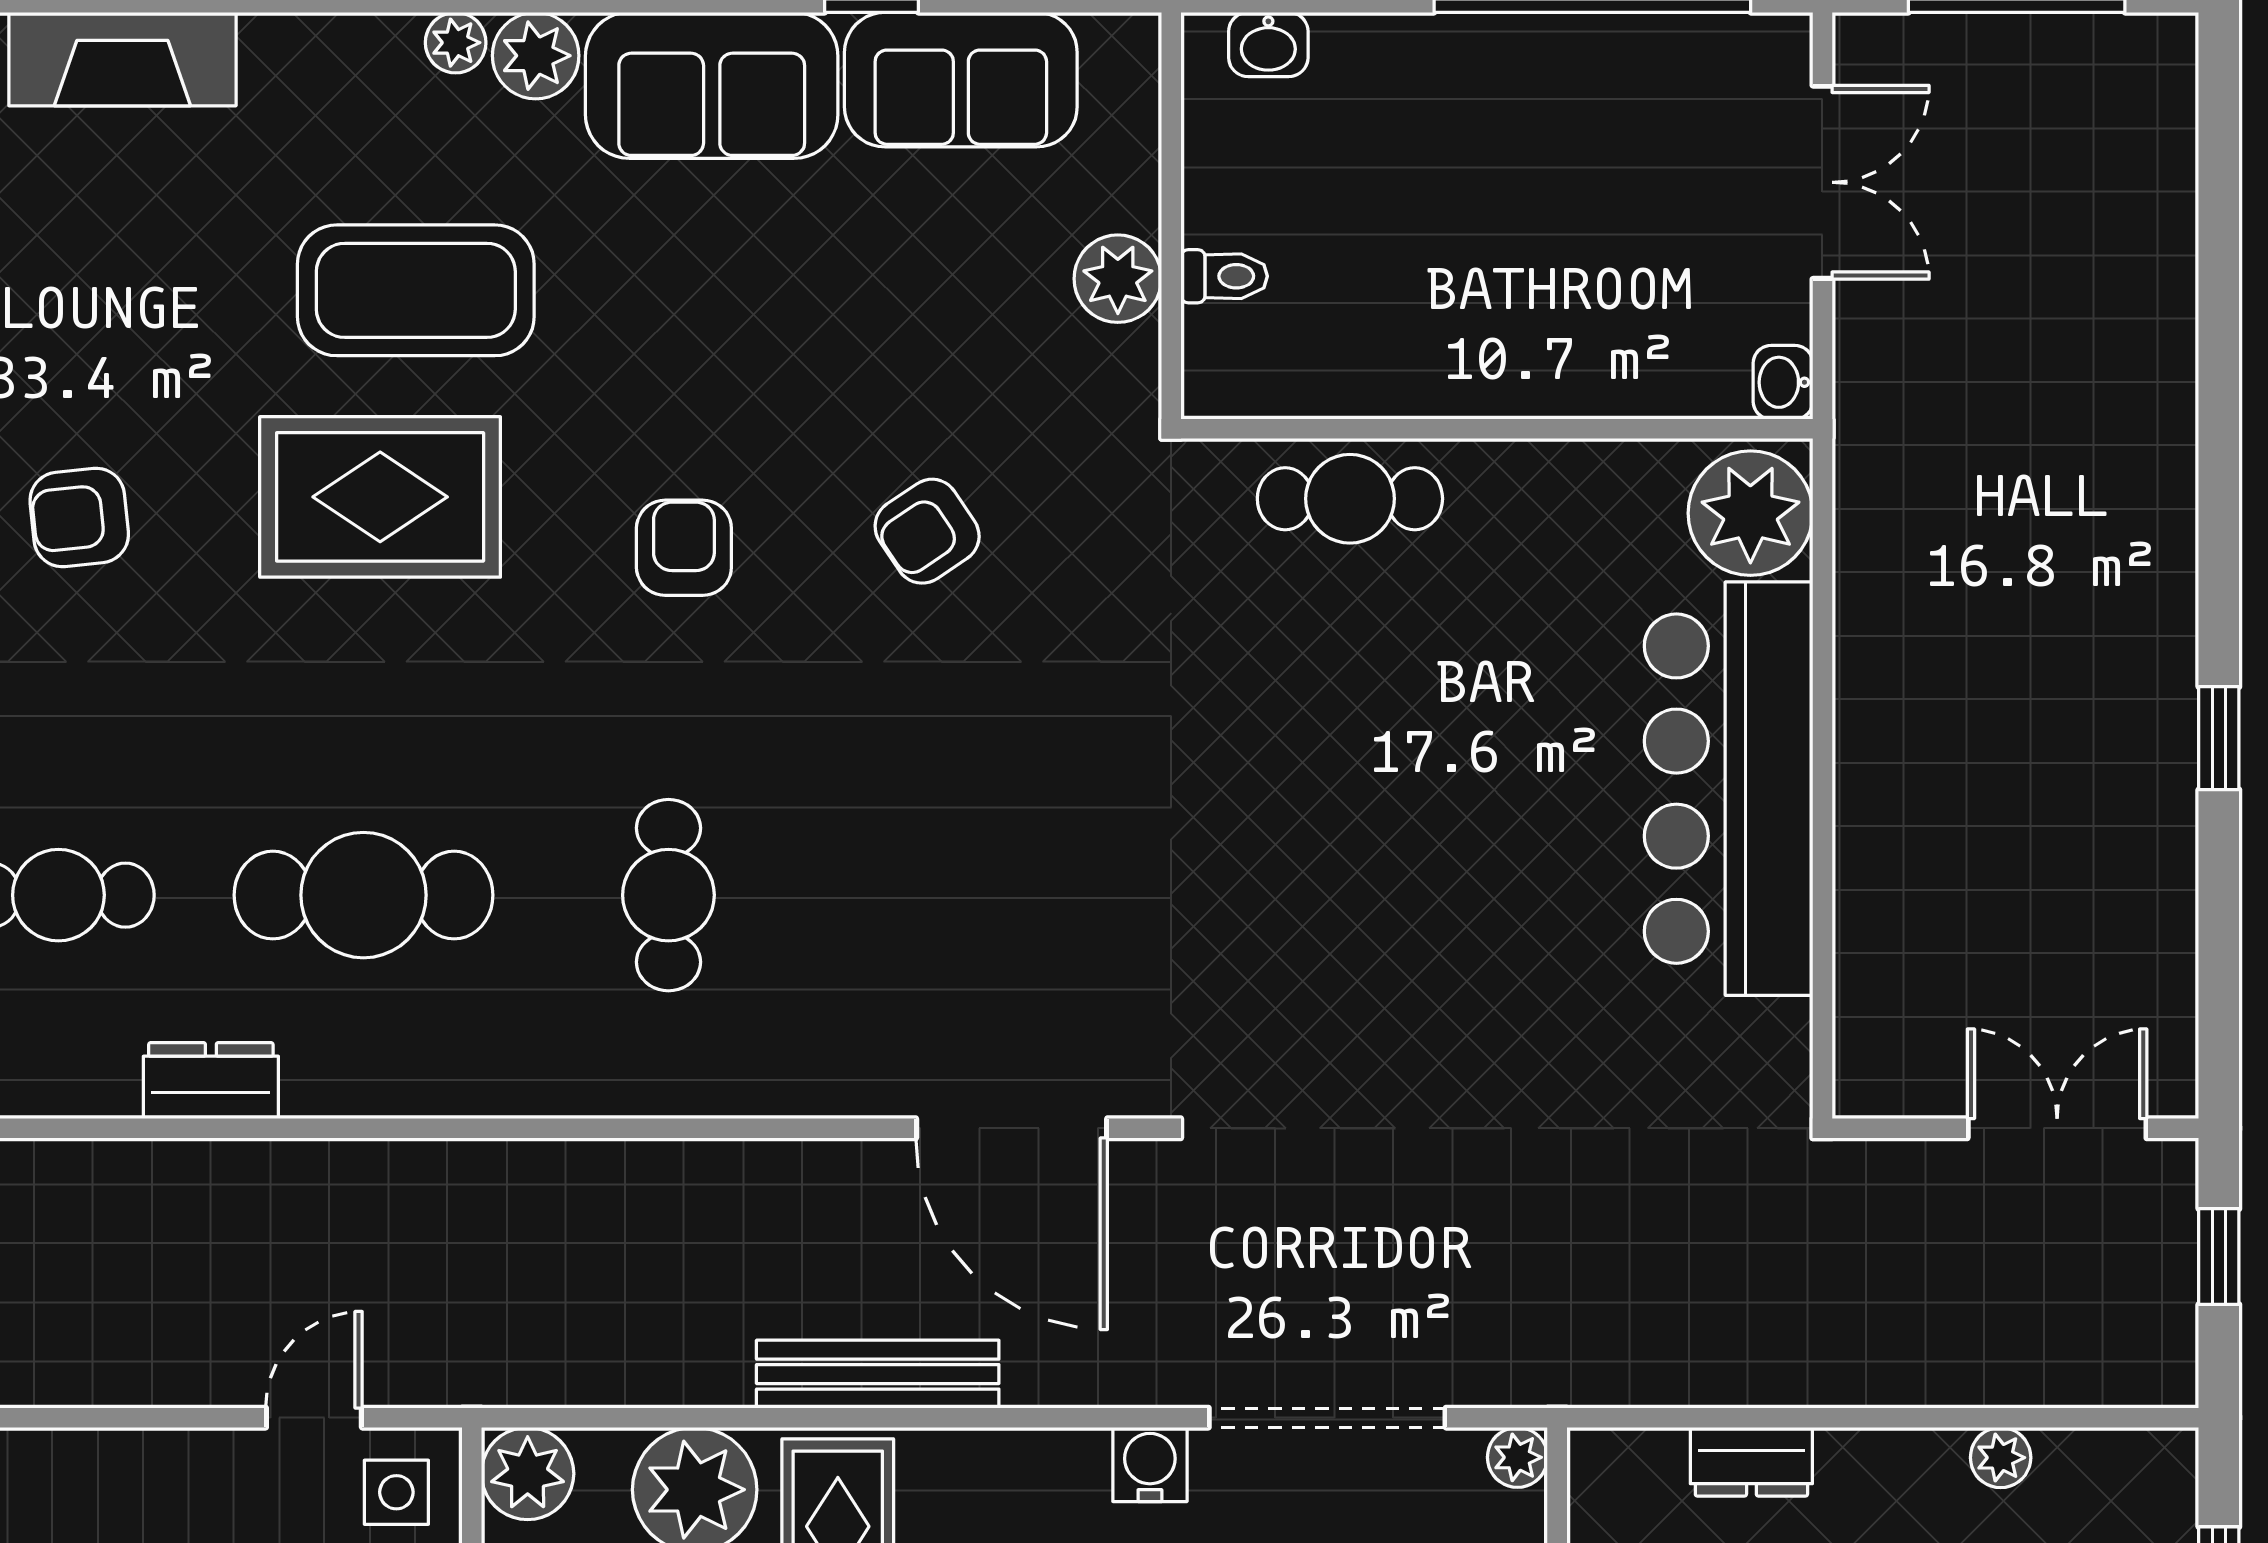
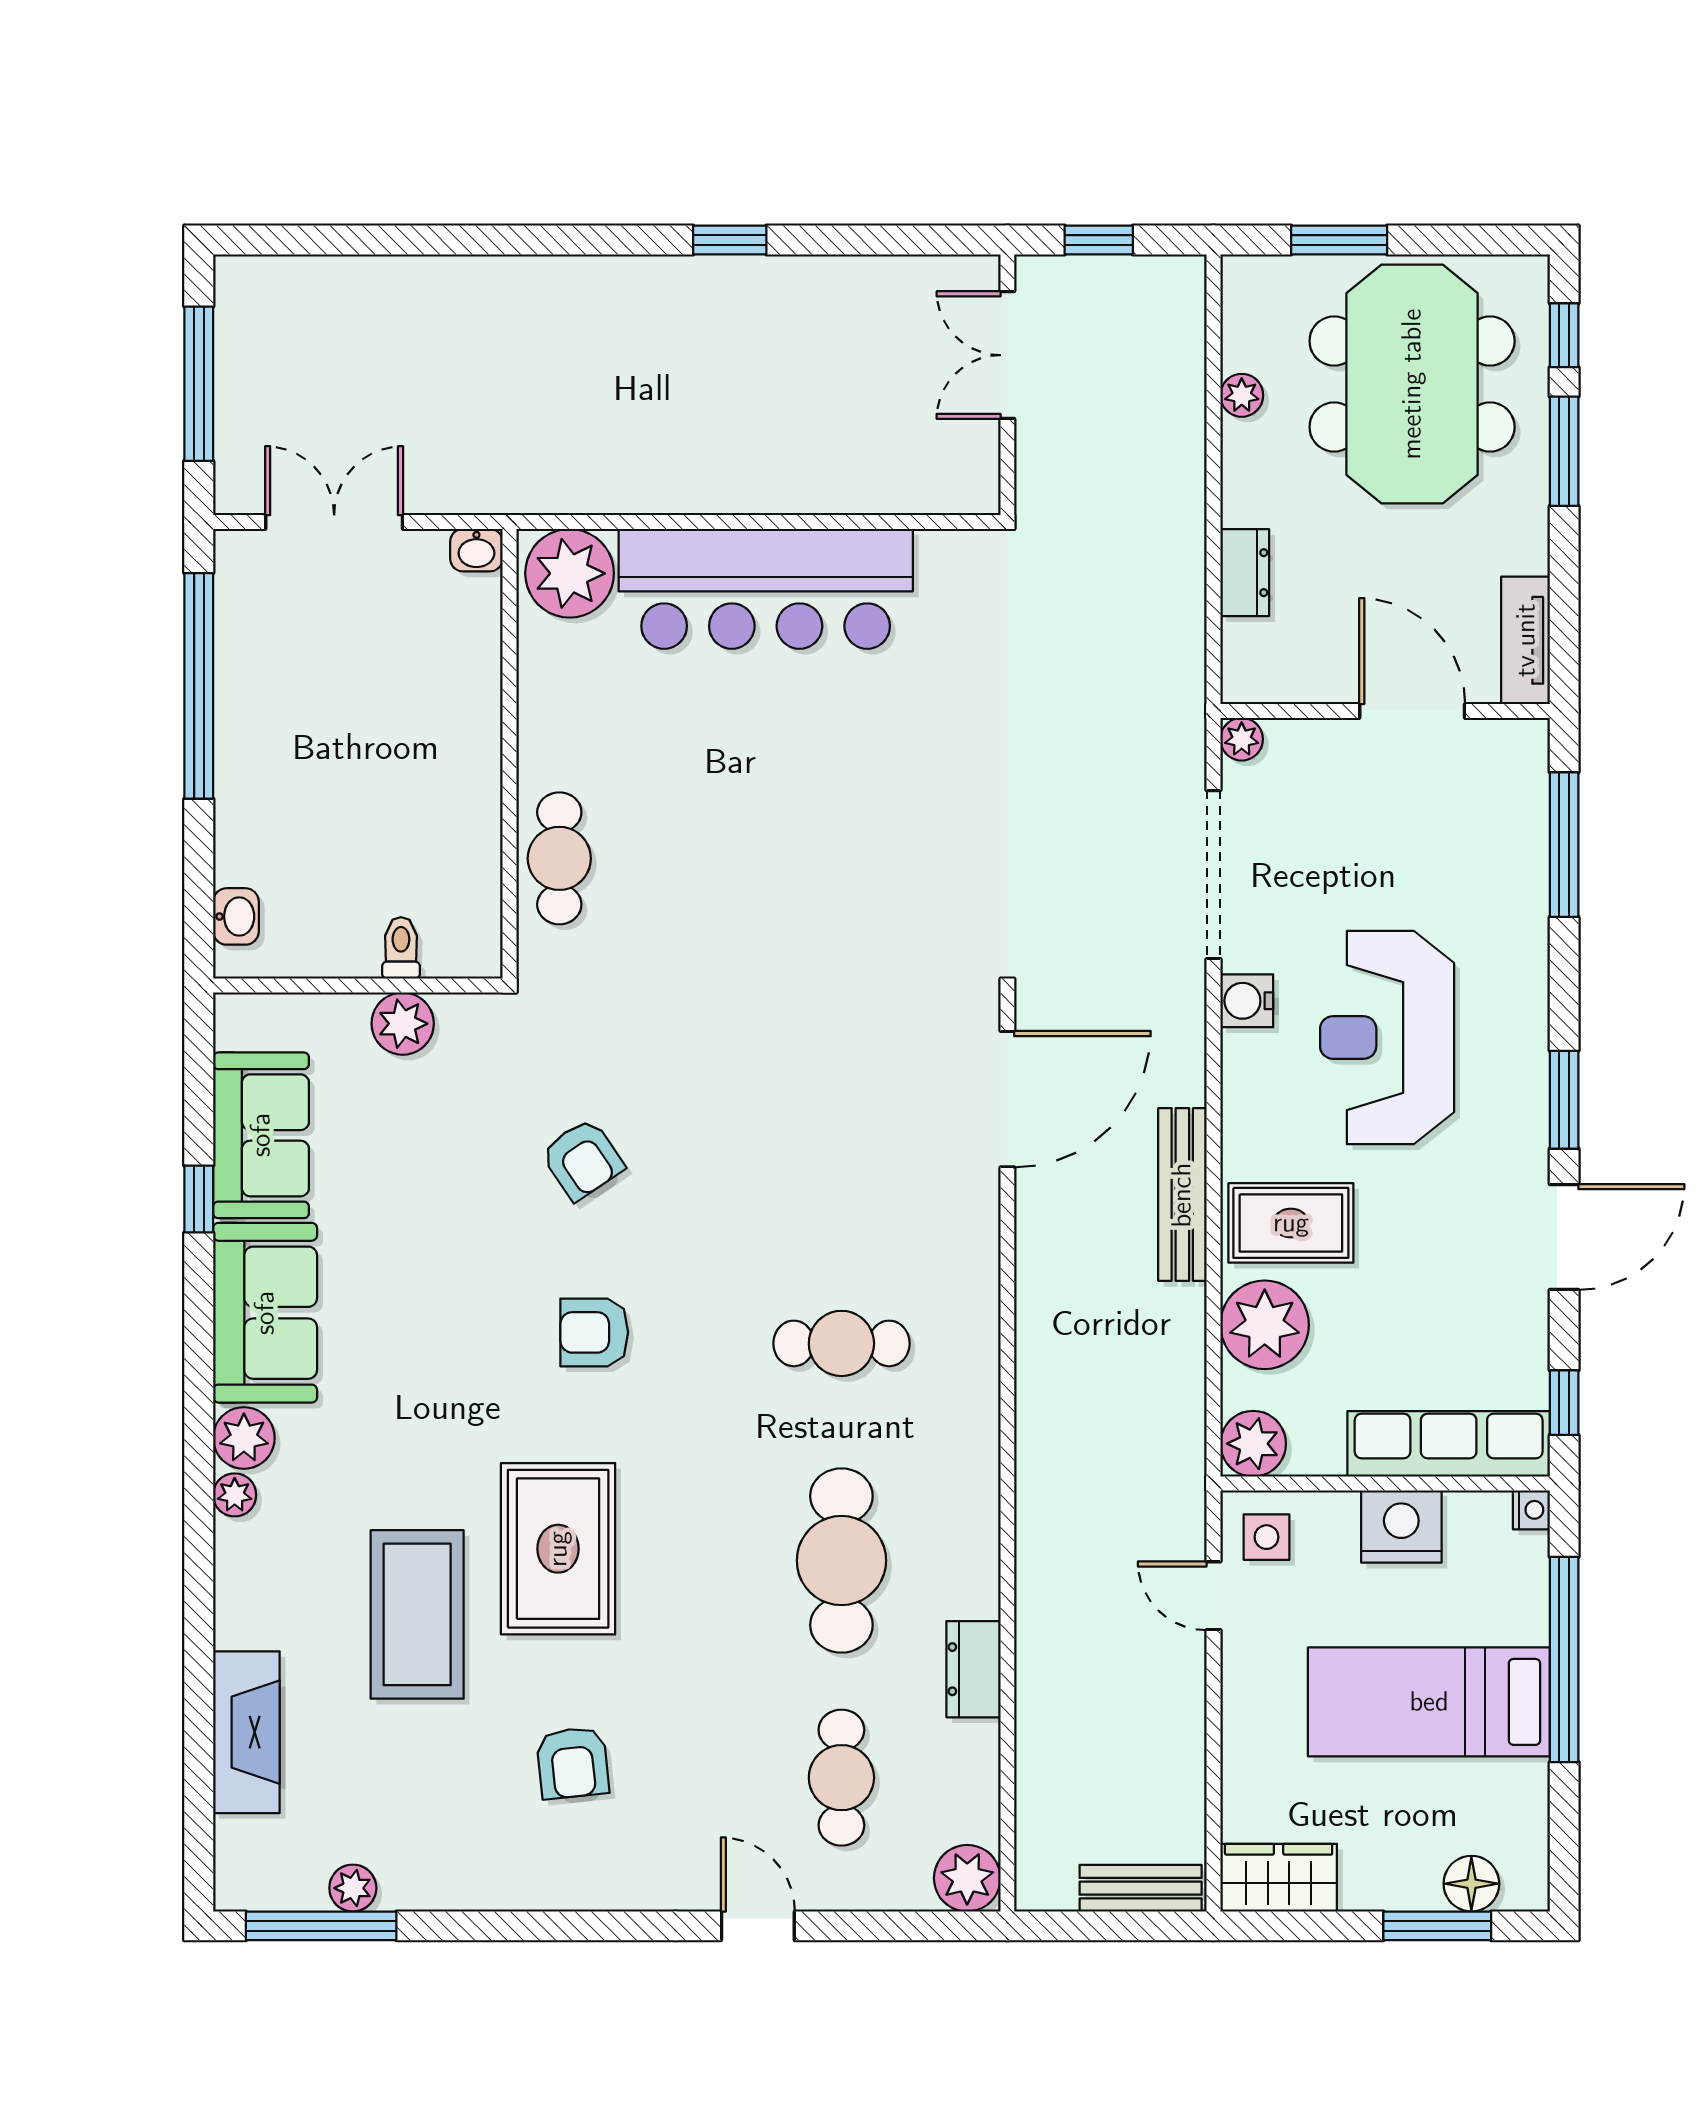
coffee table: (416, 290) -> (417, 1614), moved

